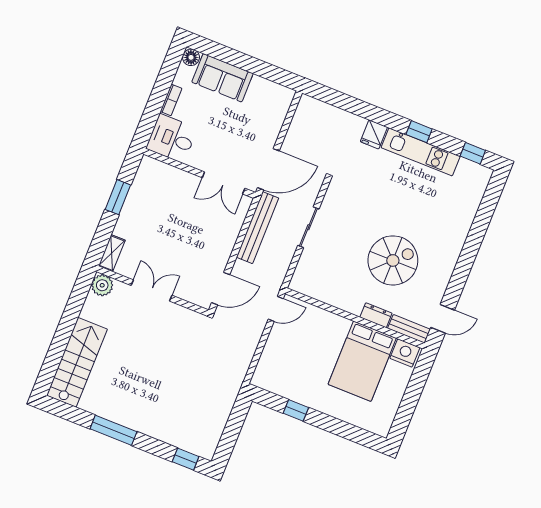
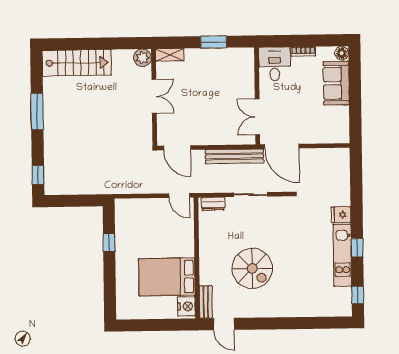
dresser: (376, 315) -> (213, 204), moved, turned 90

